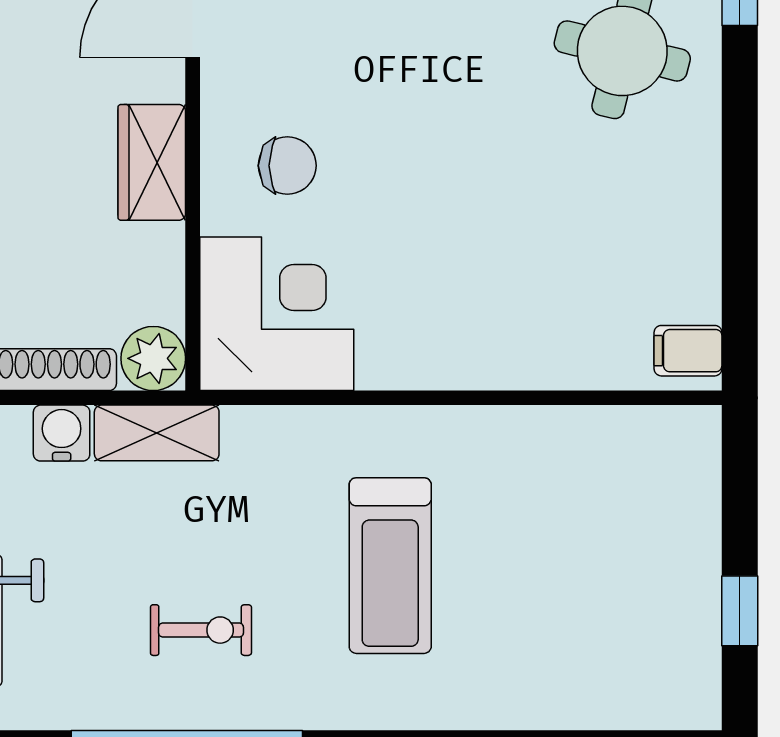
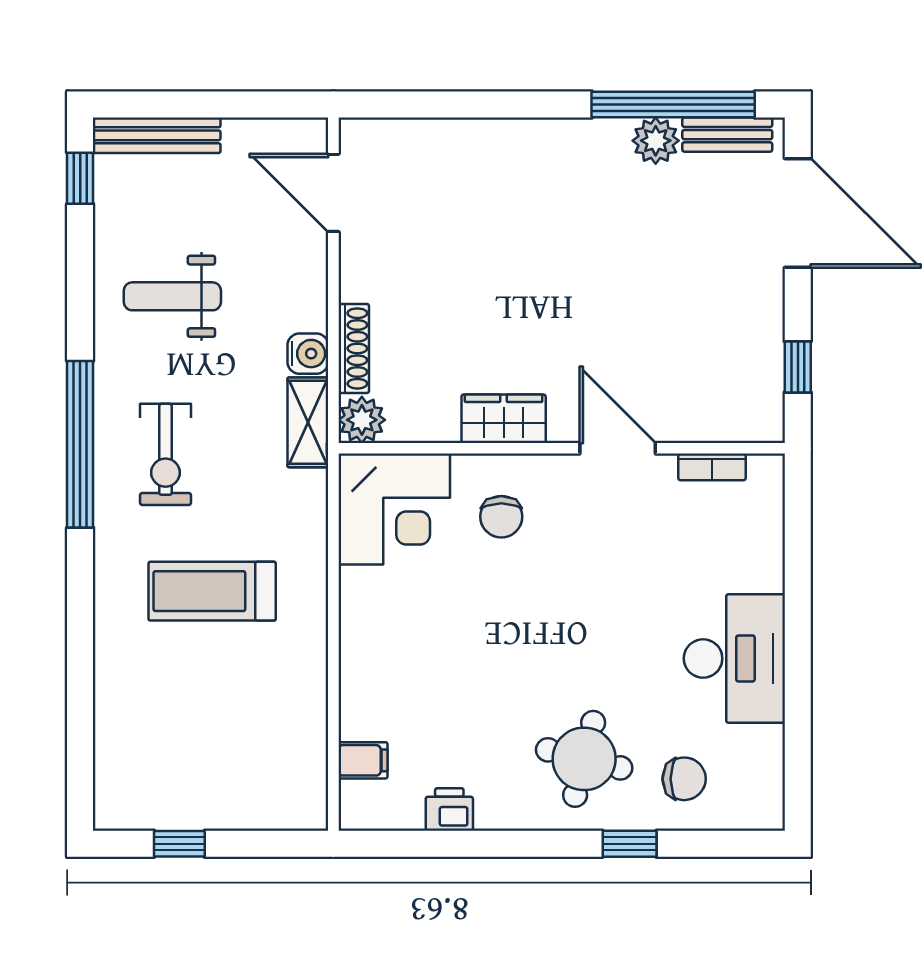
printer: (692, 237) -> (449, 809), added
filing cabinet: (688, 351) -> (363, 760), moved, turned 90
exercise bike: (201, 630) -> (165, 454), width x1.38, depth x1.39

